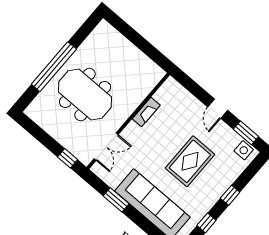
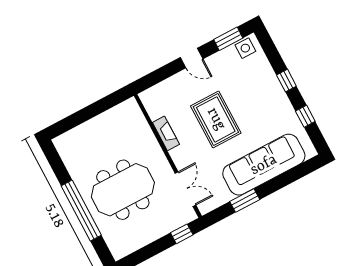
rug: (190, 161) -> (216, 119), moved

